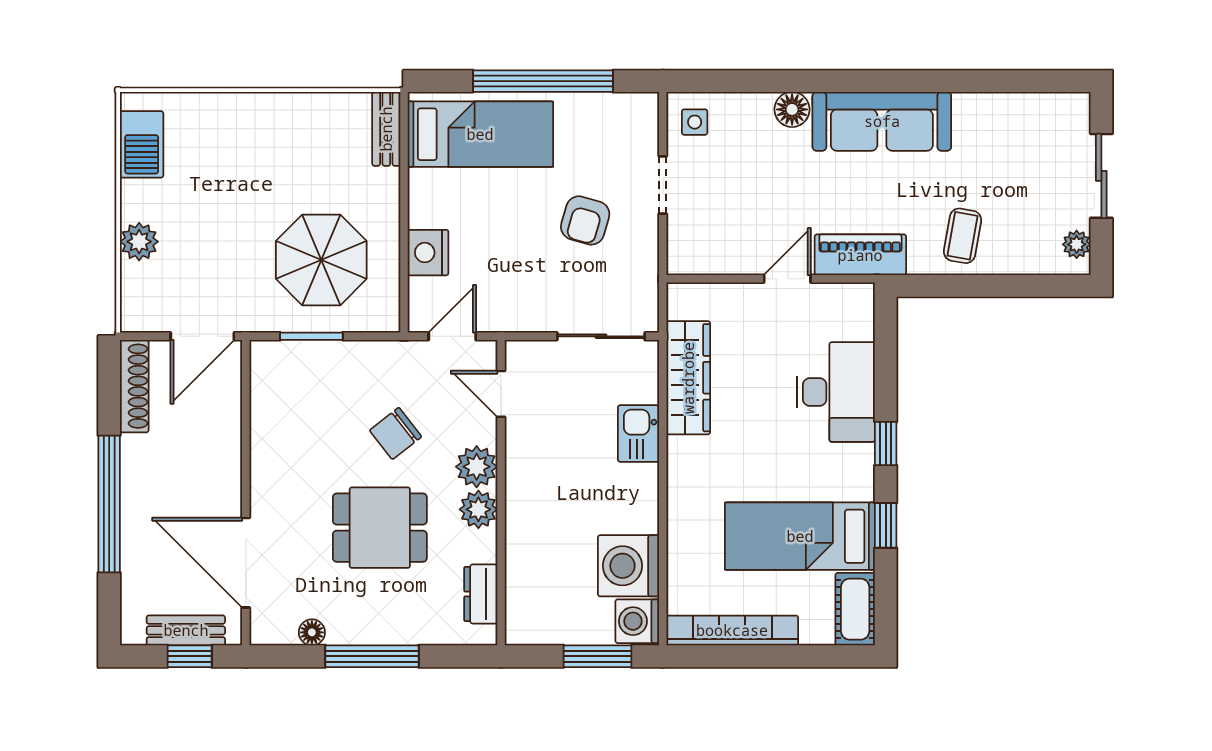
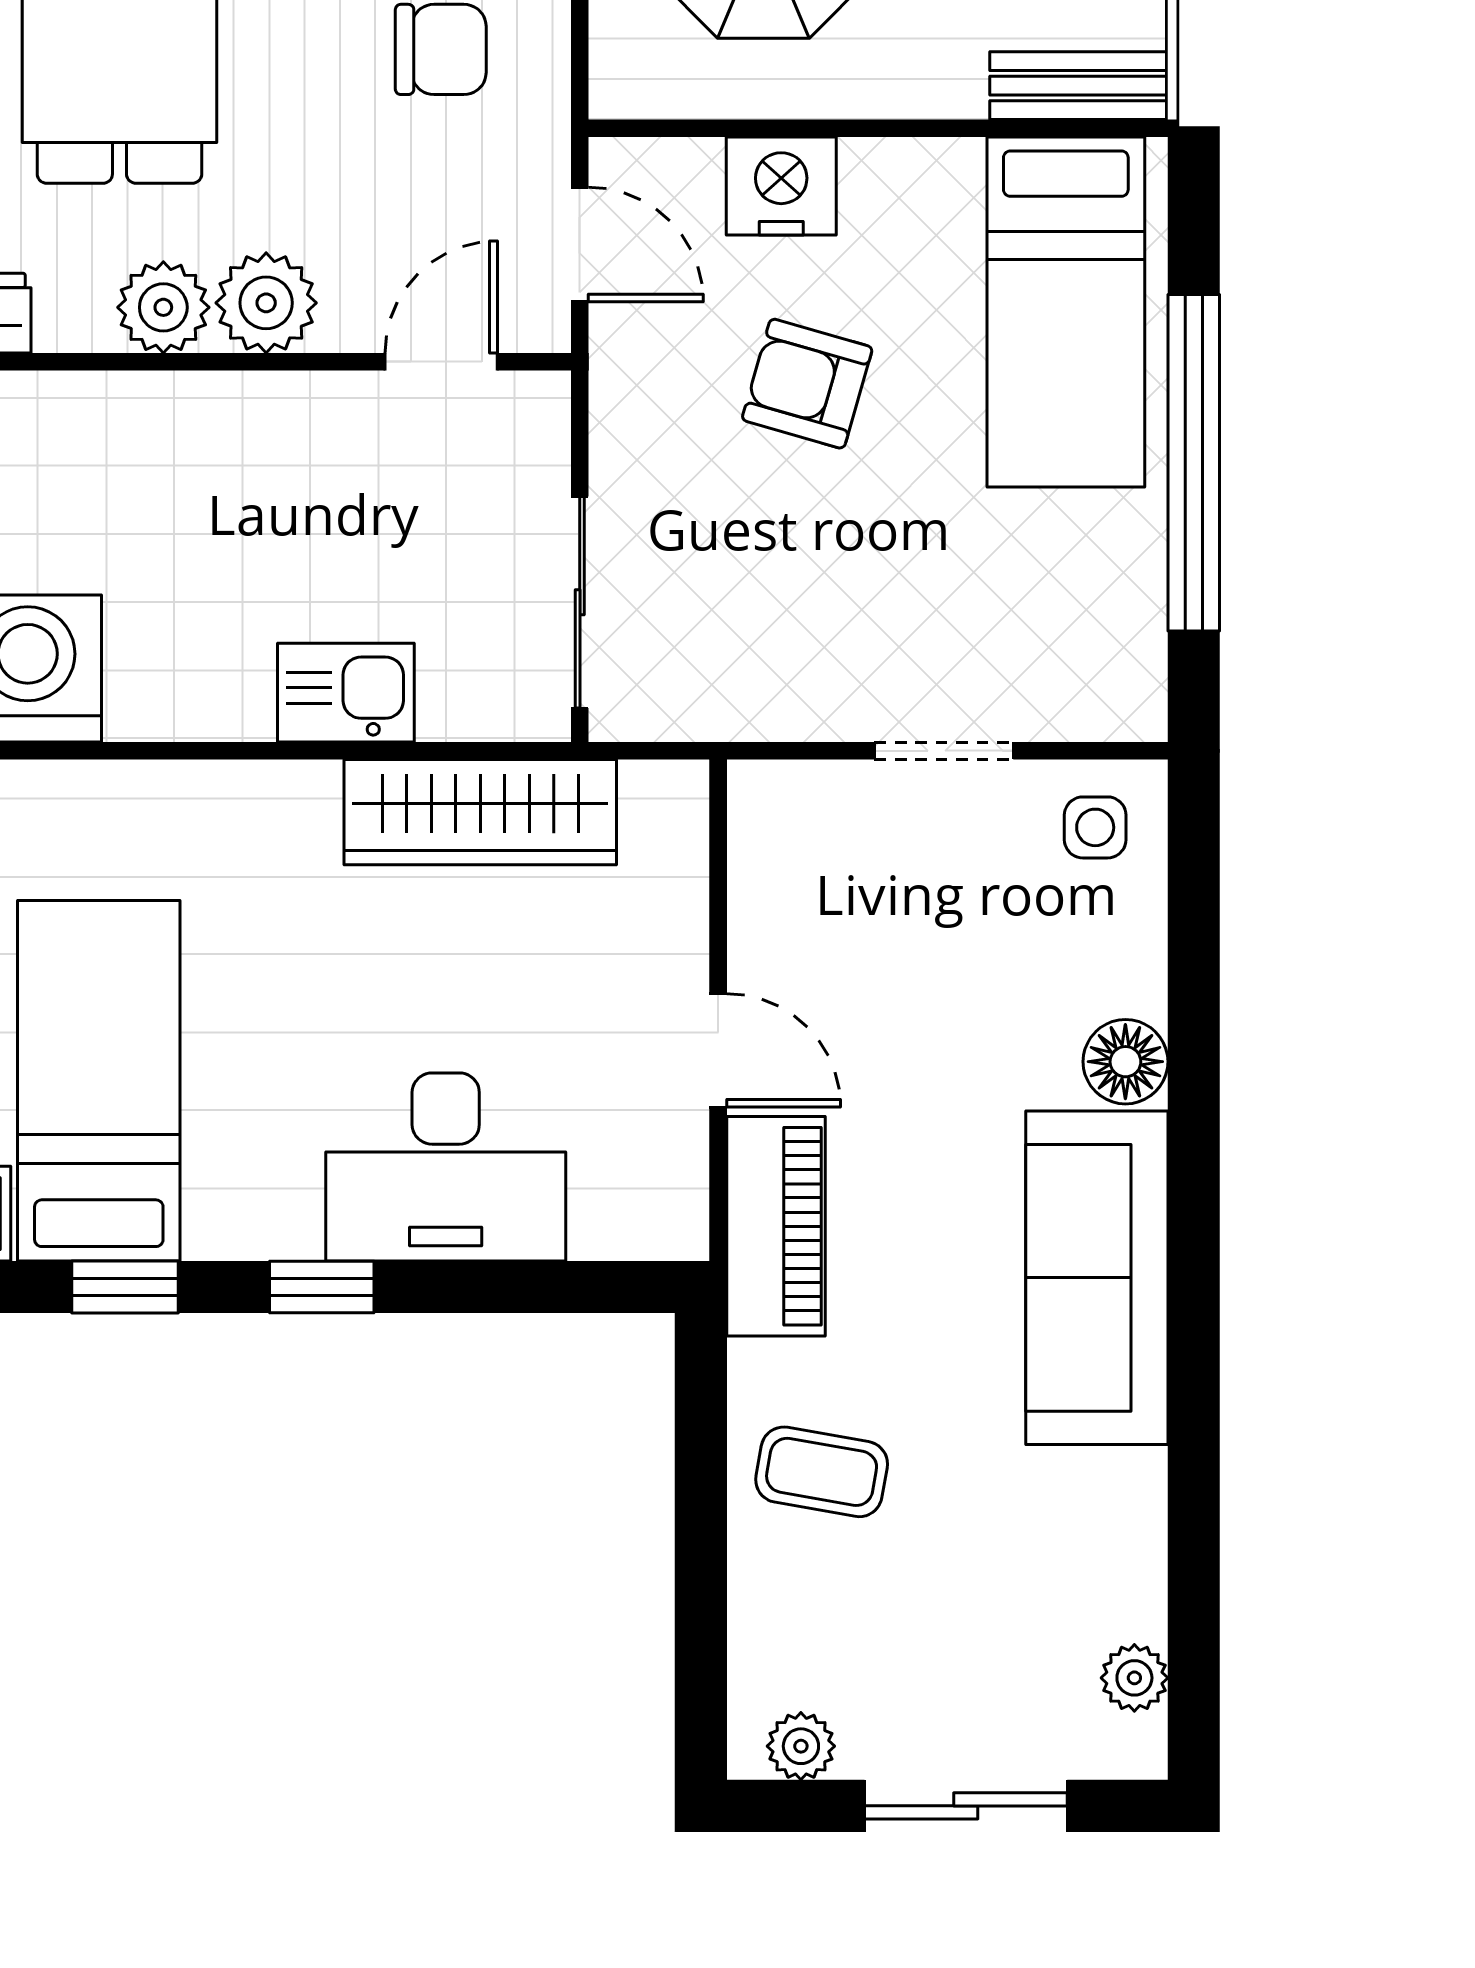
plant: (1048, 106) -> (1134, 1678), added
armchair: (585, 220) -> (807, 384), moved
chair: (396, 433) -> (441, 49), moved, turned 128

